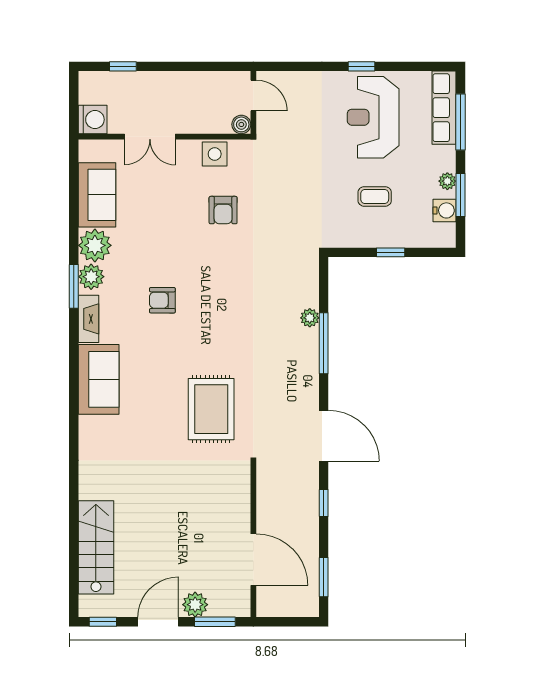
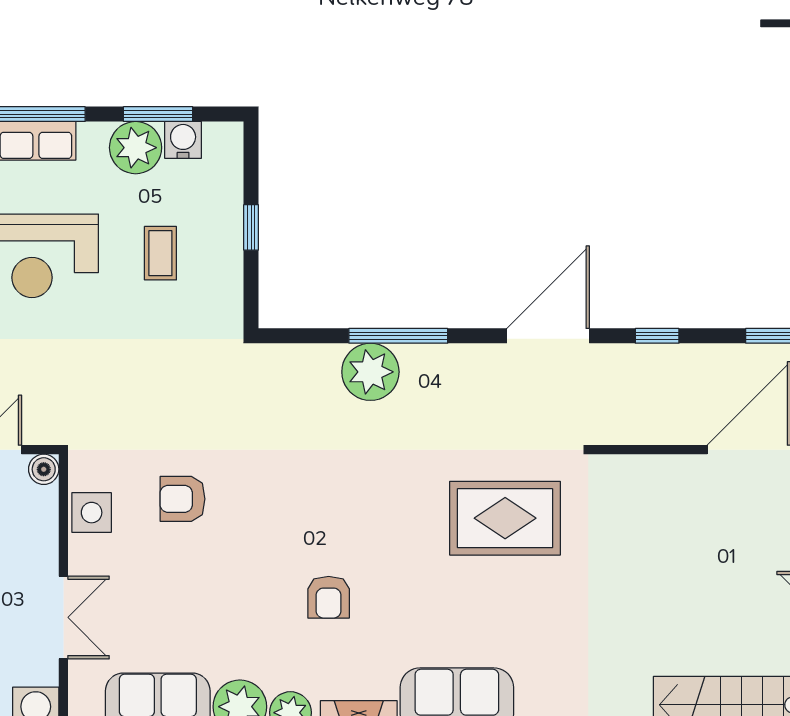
plant: (447, 181) -> (136, 148), width x1.88, depth x1.88
armchair: (223, 210) -> (183, 499), turned 180
plant: (310, 318) -> (370, 372), width x1.87, depth x1.87

